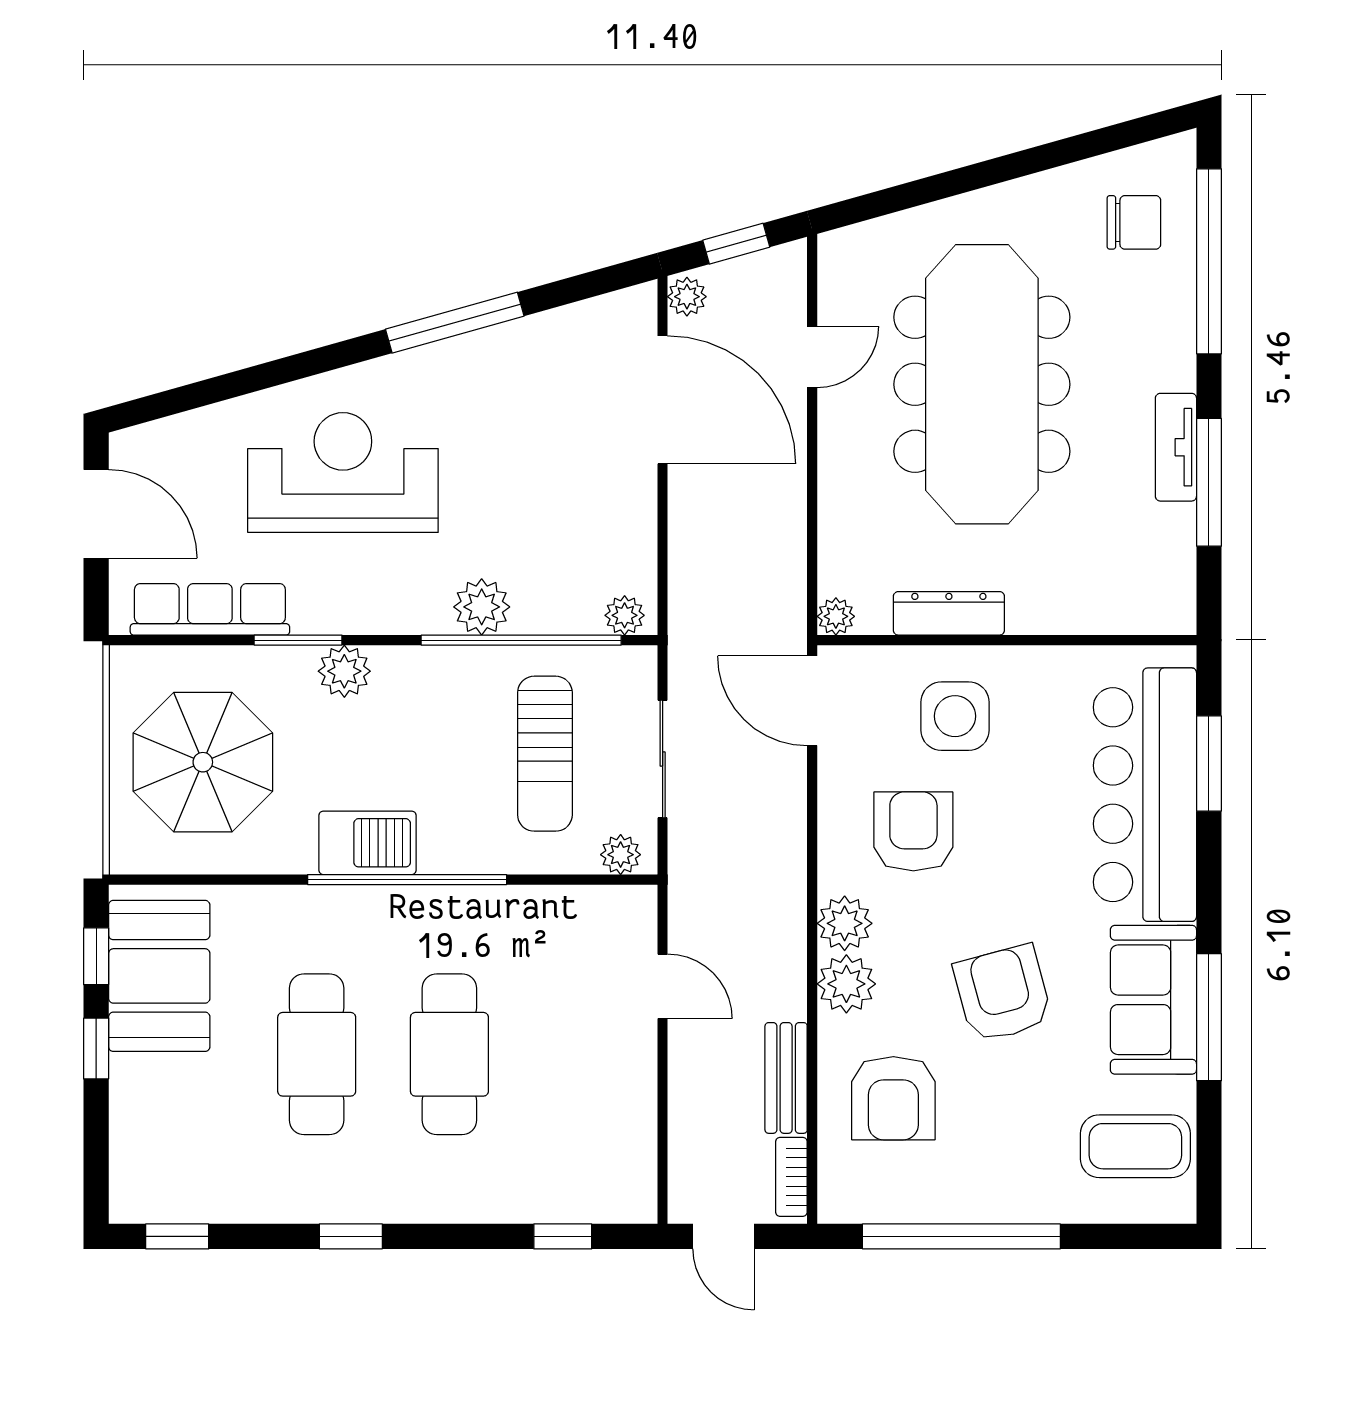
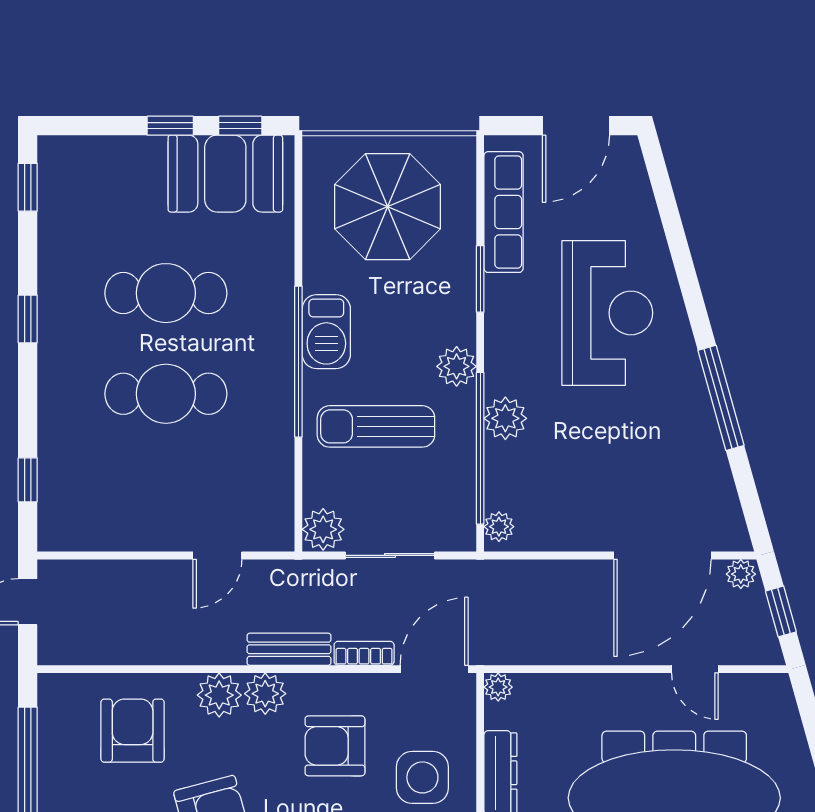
plant: (344, 671) -> (457, 366), moved
sun lounger: (545, 754) -> (376, 426), moved
armchair: (913, 831) -> (335, 746), turned 180
plant: (621, 855) -> (323, 529), width x1.38, depth x1.38
bench: (786, 1078) -> (289, 649), moved
armchair: (893, 1098) -> (133, 731), turned 90
bookcase: (791, 1177) -> (364, 653), moved

